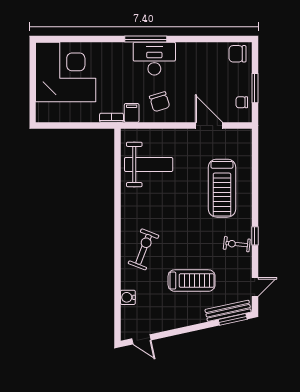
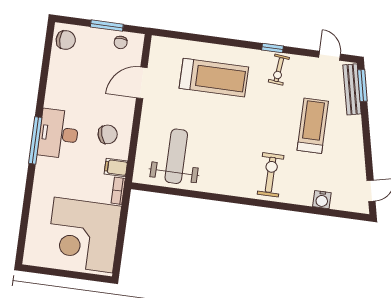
chair: (237, 54) -> (66, 40), turned -90
corner desk: (66, 72) -> (83, 235), moved, turned -90
exercise bike: (144, 249) -> (271, 175), turned 69

